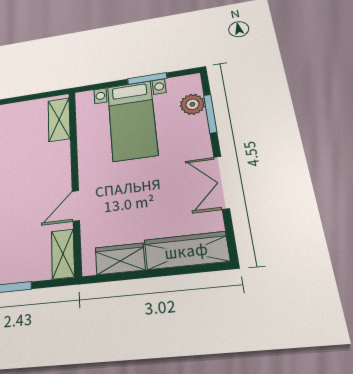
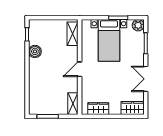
plant: (192, 104) -> (138, 25), moved
door: (76, 206) -> (80, 69), moved
wardrobe: (186, 250) -> (133, 108), width x0.67

